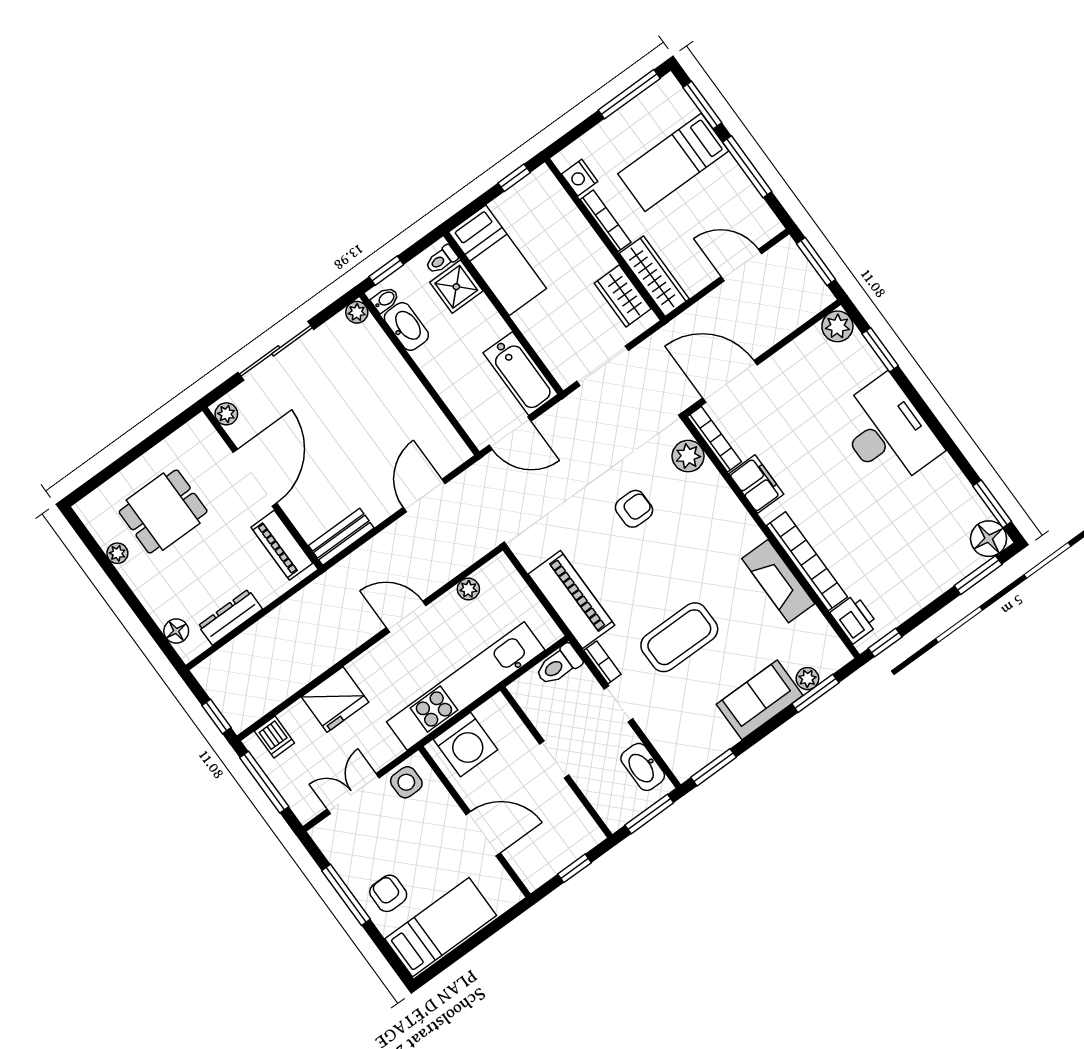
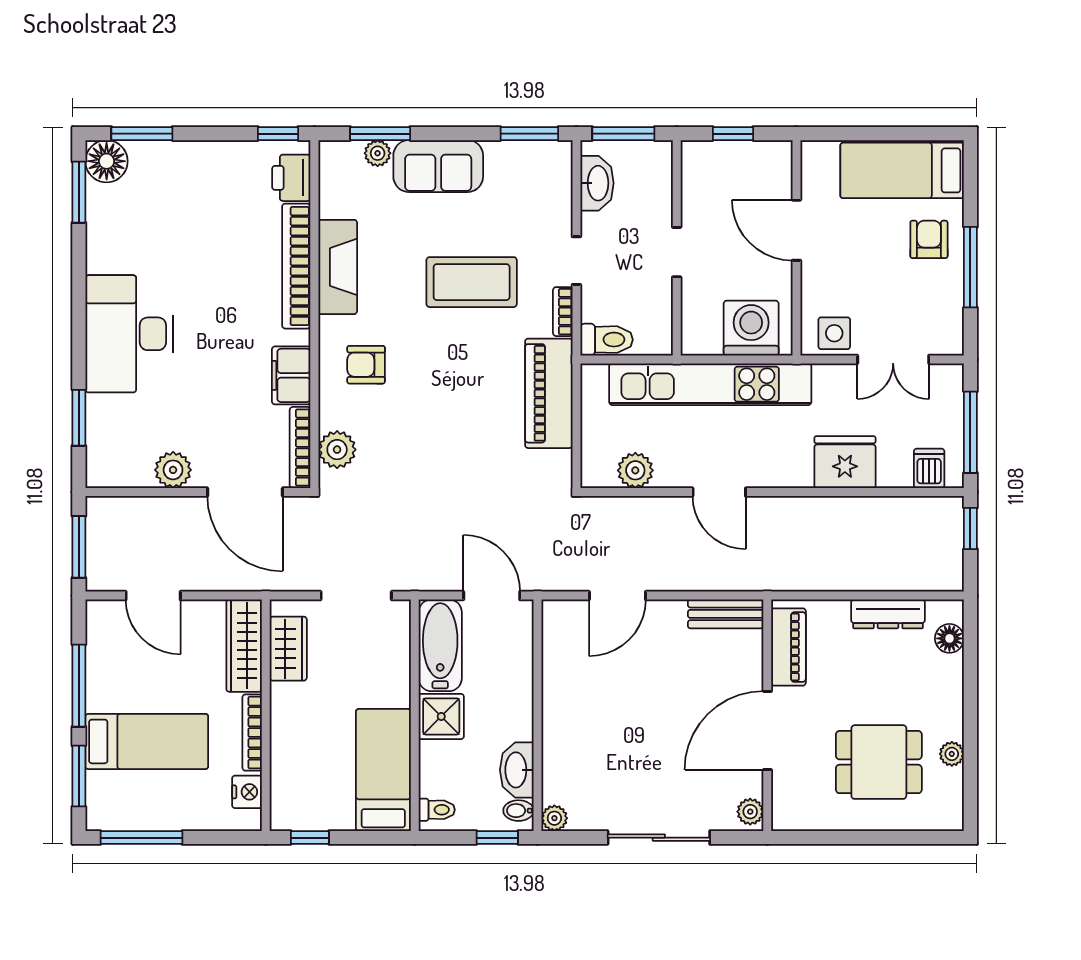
shower: (456, 287) -> (441, 716), moved
plant: (837, 326) -> (173, 470), moved
armchair: (634, 509) -> (366, 365), moved
plant: (468, 589) -> (635, 470), width x1.38, depth x1.38
armchair: (388, 893) -> (929, 239), turned 180

